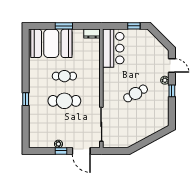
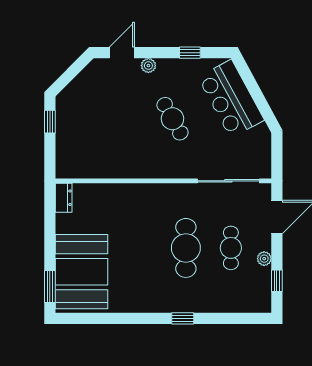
window: (64, 26) -> (50, 286), moved
bar counter: (113, 48) -> (231, 99), moved, turned -118
cafe table: (64, 76) -> (231, 248), moved
window: (172, 91) -> (190, 53), moved
window: (61, 151) -> (277, 281), moved

